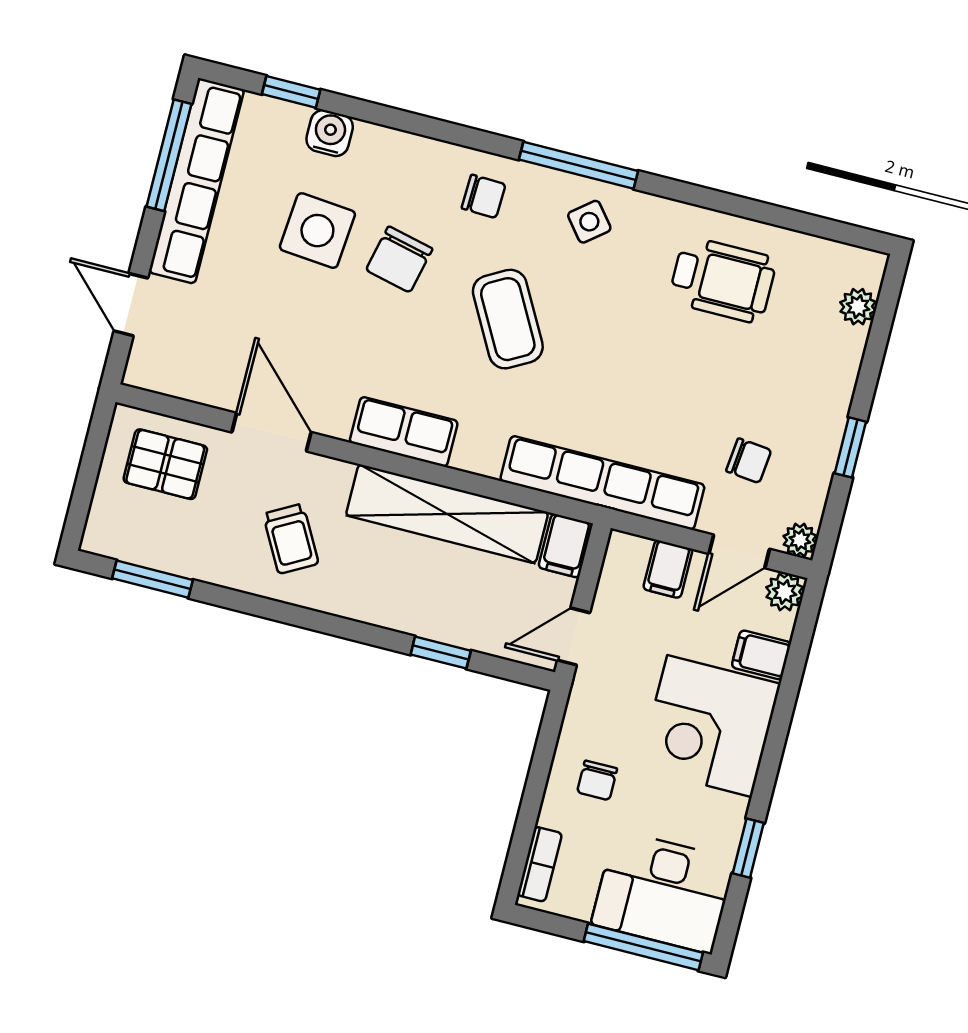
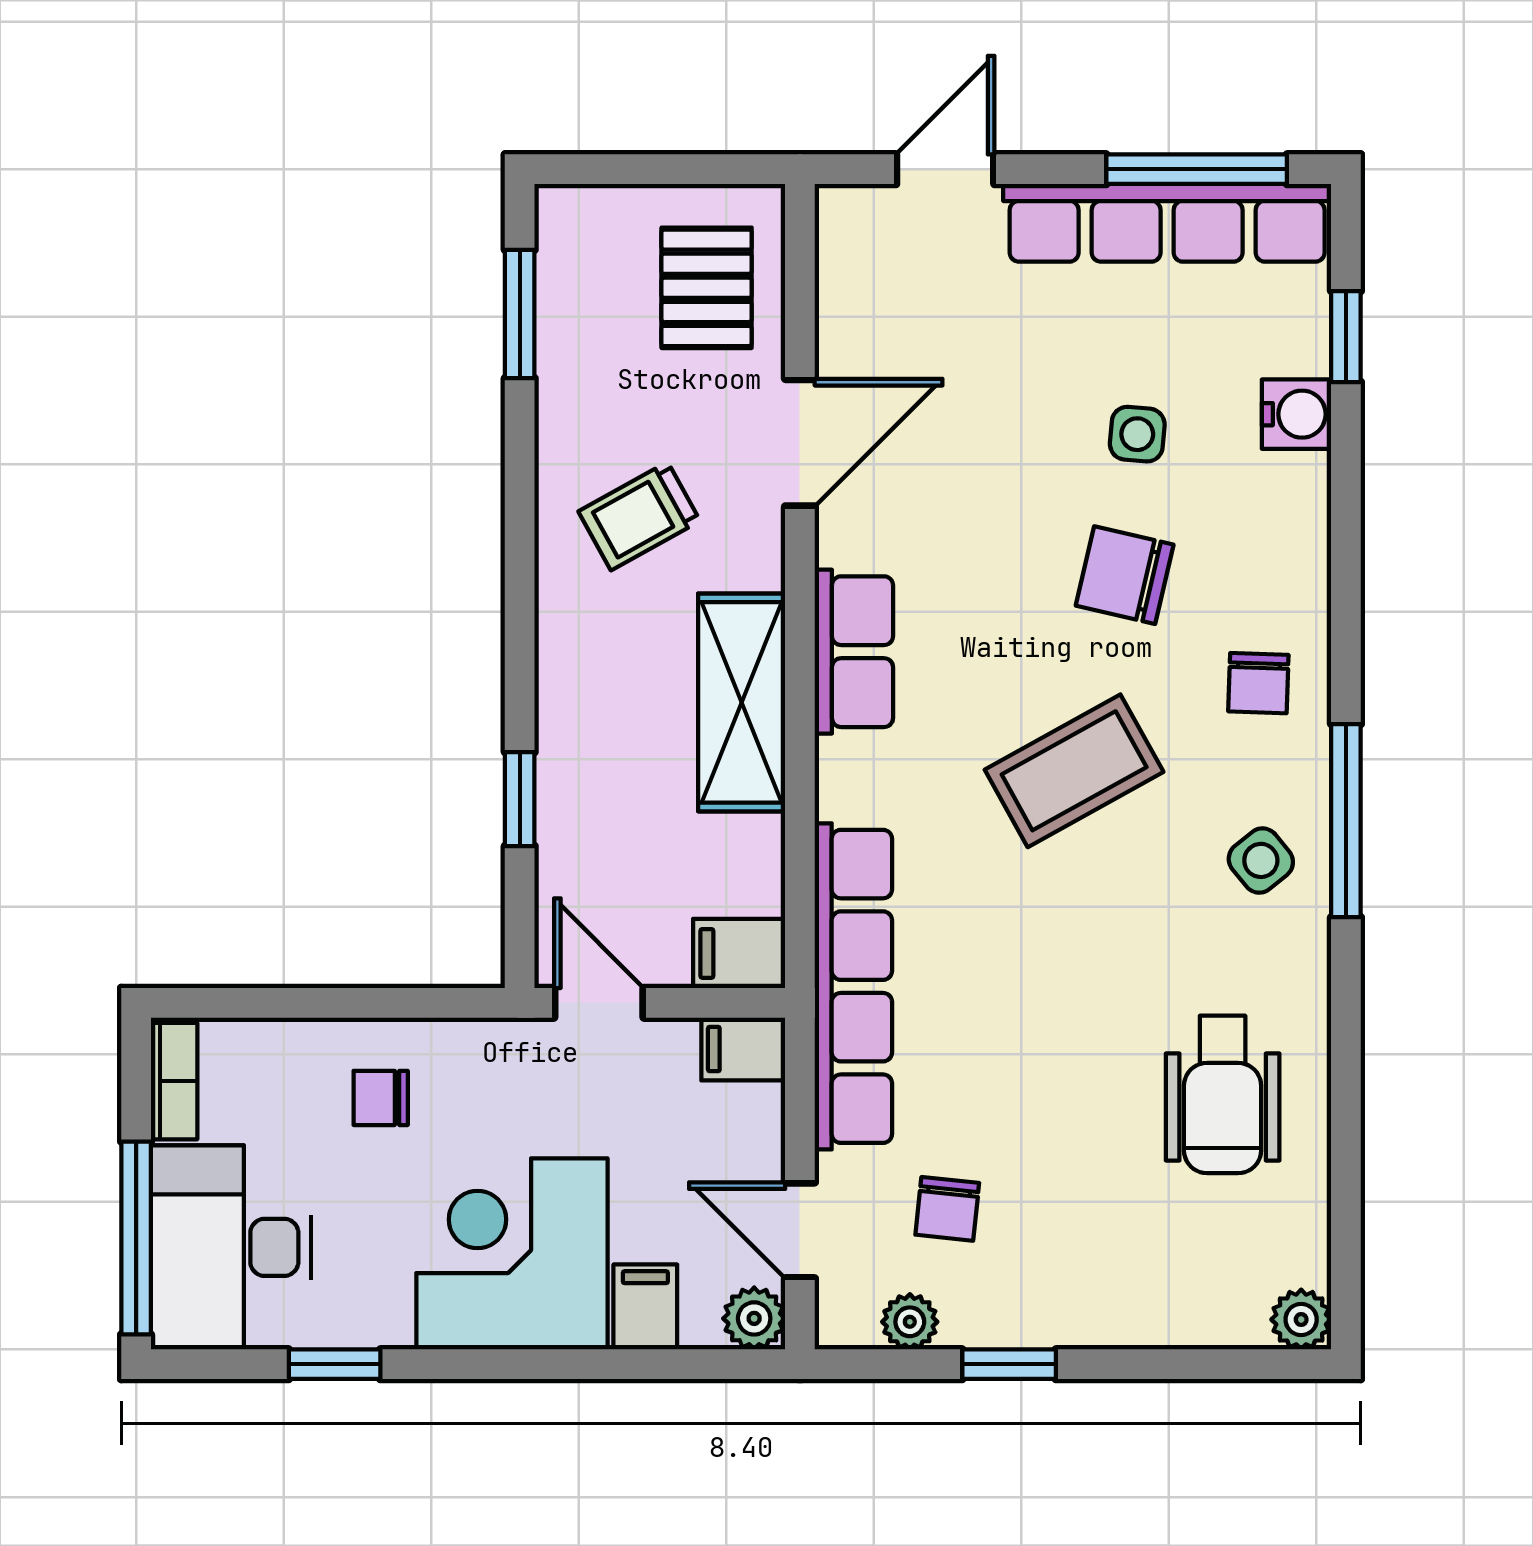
side table: (317, 231) -> (1137, 434), width x0.54, depth x0.54
plant: (858, 307) -> (1301, 1319), moved
shelving: (447, 514) -> (742, 702), width x0.68
plant: (800, 540) -> (910, 1322), moved
filing cabinet: (668, 569) -> (743, 1049), moved
bookcase: (540, 864) -> (174, 1081), moved, turned -90

